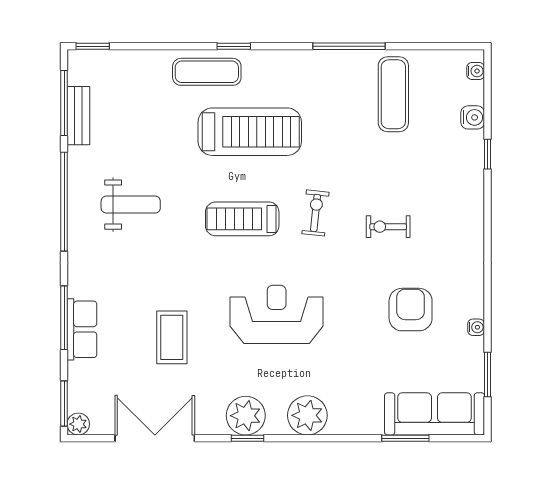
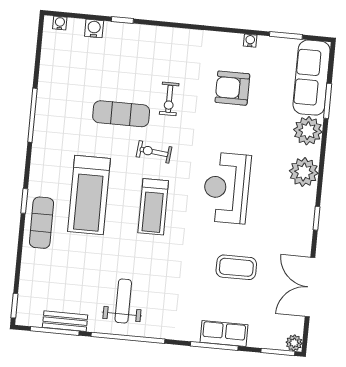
exercise mat: (393, 94) -> (121, 114), moved
treadmill: (250, 132) -> (89, 195), turned 180
weight bench: (131, 205) -> (123, 301), moved
plant: (246, 416) -> (308, 131), moved

